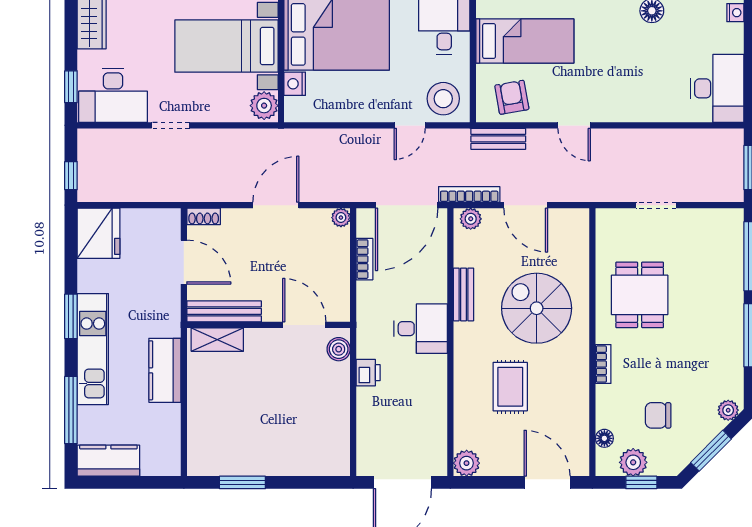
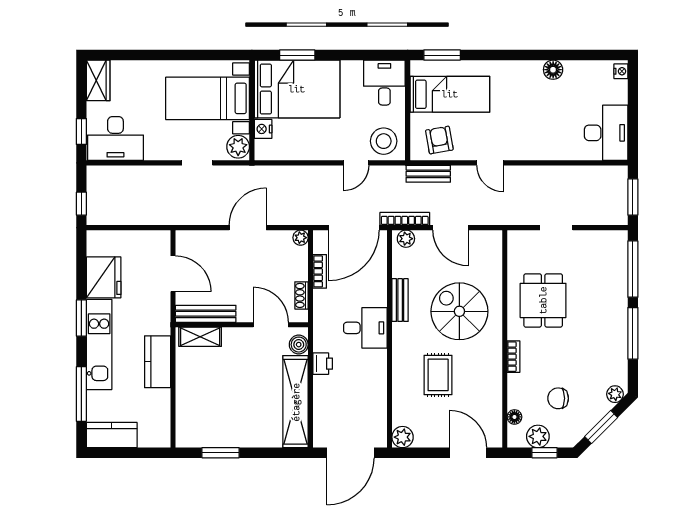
doorway: (171, 125) -> (197, 163), moved
shoe rack: (204, 216) -> (301, 295), moved, turned 90
fridge: (99, 233) -> (104, 277), moved
shelving: (335, 419) -> (296, 402), added

